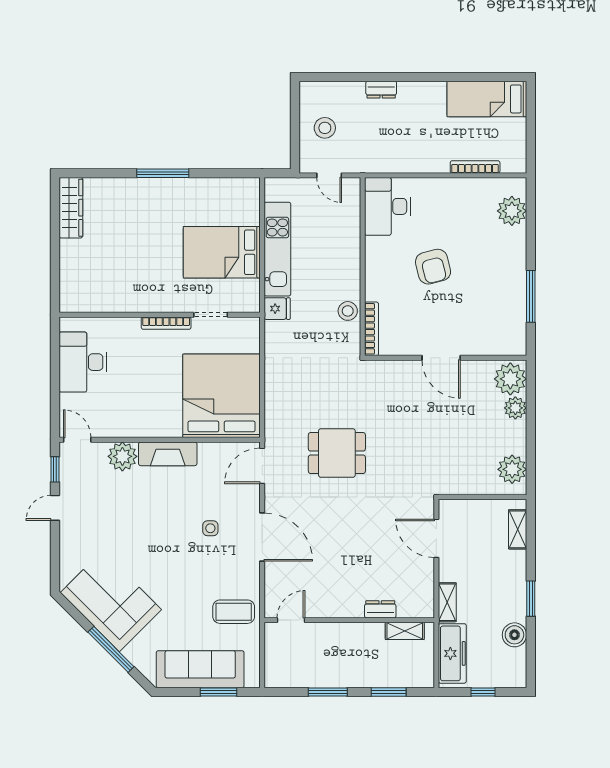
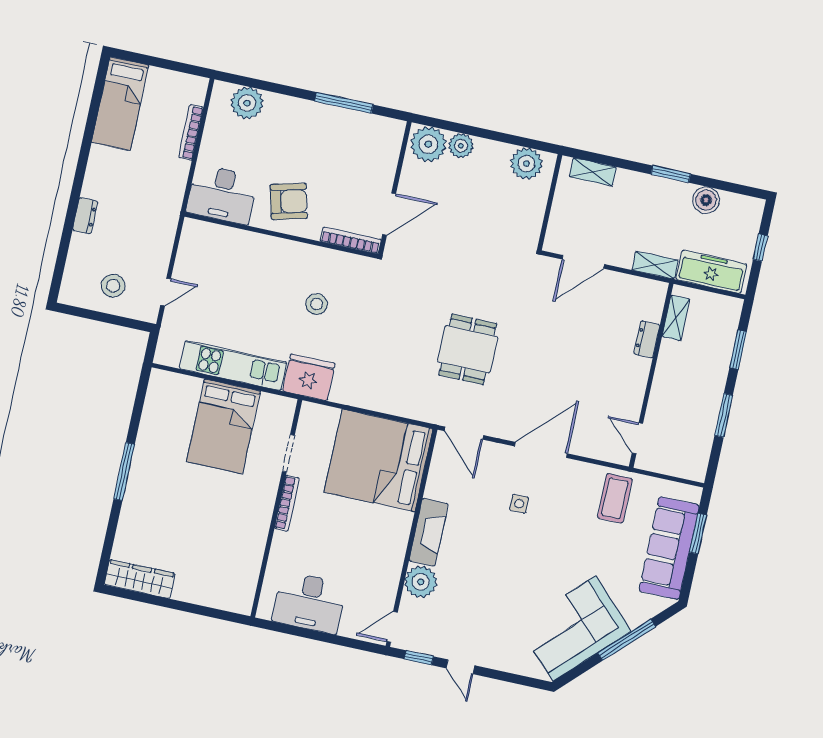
desk: (387, 206) -> (222, 194), moved
wall: (363, 267) -> (281, 235), moved
fridge: (277, 309) -> (309, 377), width x1.88, depth x1.34
bookcase: (372, 329) -> (351, 240), moved

